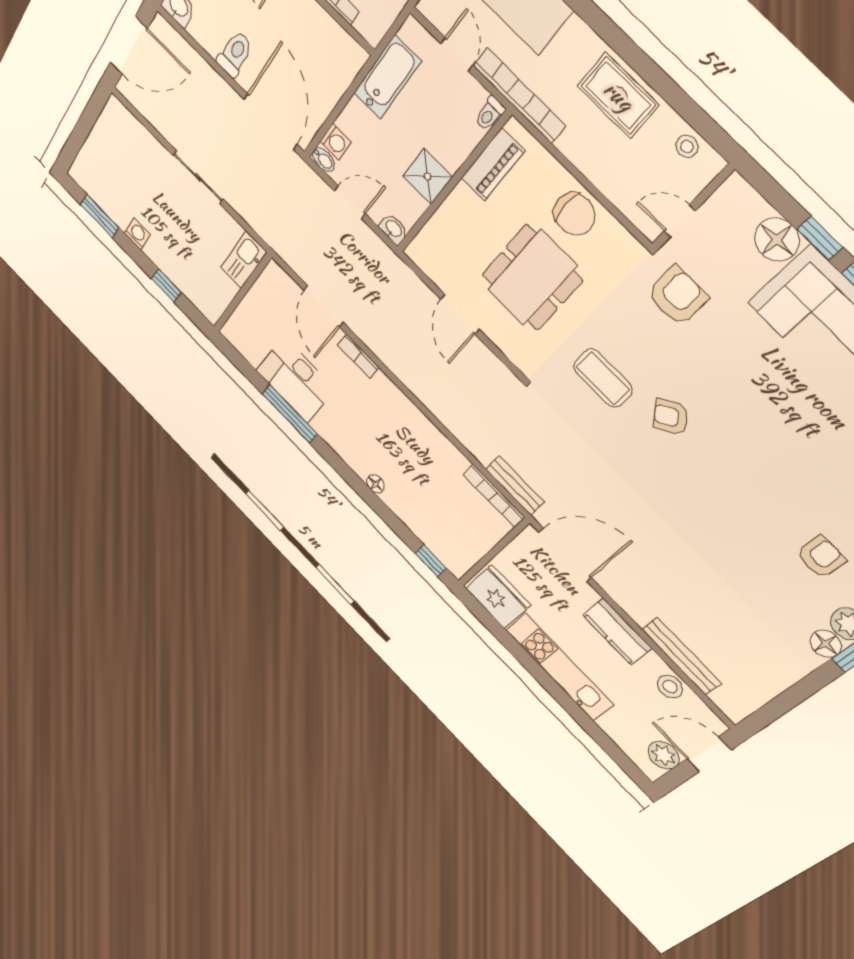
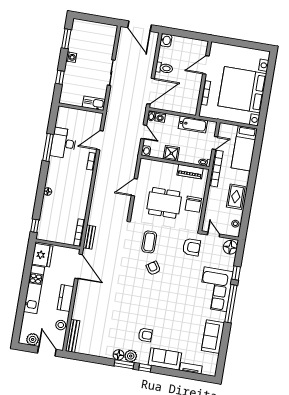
floor lamp: (777, 240) -> (230, 247), moved
bench: (681, 656) -> (73, 336), moved

